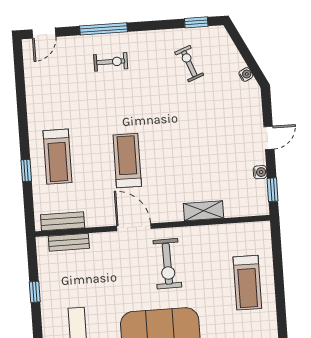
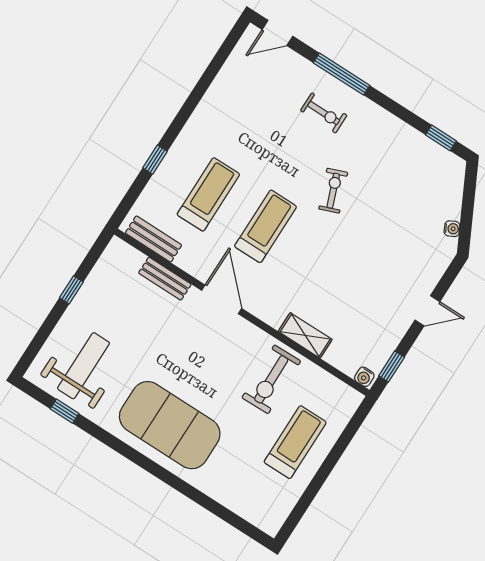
exercise bike: (189, 64) -> (333, 191), moved
treadmill: (57, 157) -> (208, 194), moved, turned 180
water cooler: (260, 172) -> (364, 377), moved, turned 90
bench: (69, 242) -> (165, 279), moved
exercise bike: (167, 264) -> (271, 379), moved
treadmill: (247, 283) -> (295, 442), turned 180

